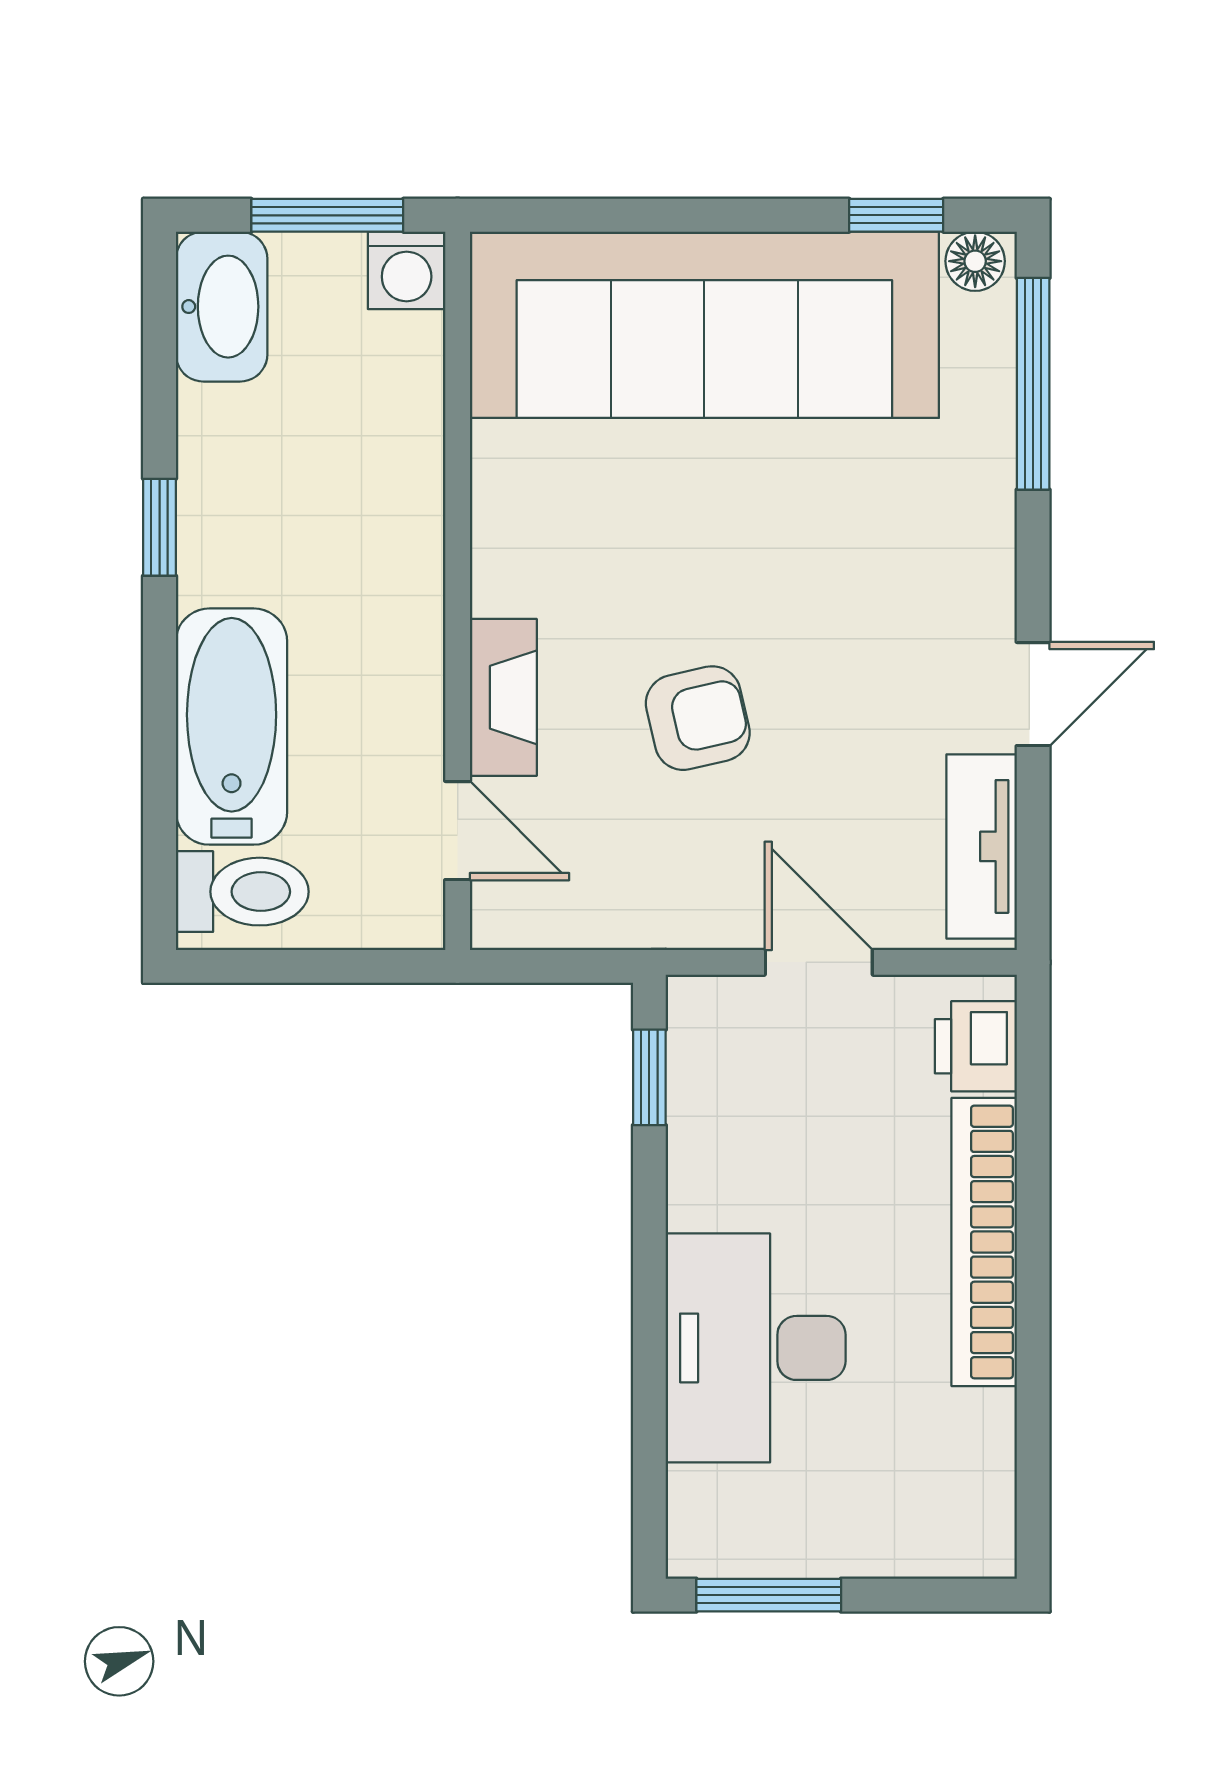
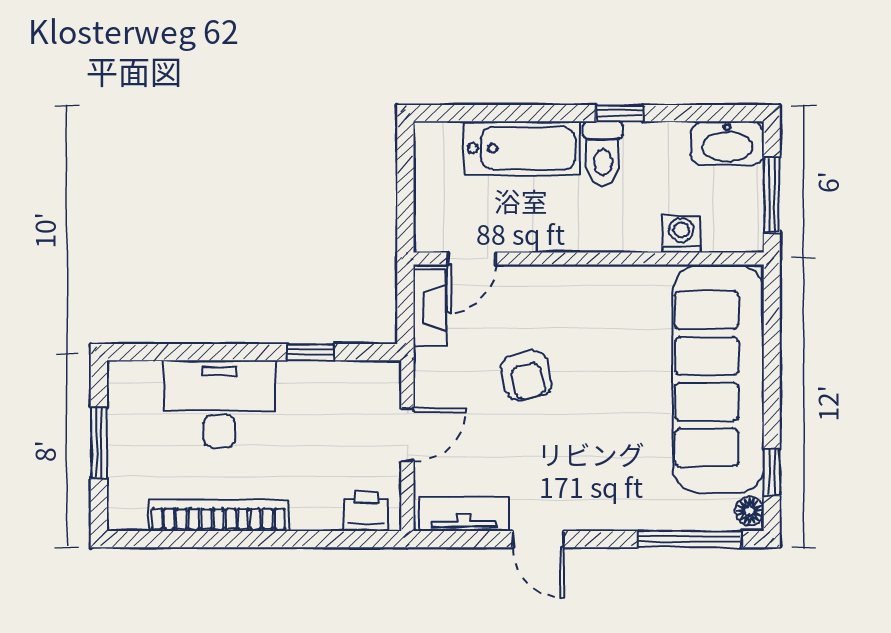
washing machine: (407, 270) -> (681, 234), moved, turned 90
fireplace: (503, 697) -> (430, 308), moved, turned -90
toilet: (242, 892) -> (603, 154), moved
window: (649, 1077) -> (310, 352), moved
bookcase: (984, 1242) -> (218, 515), moved
window: (769, 1595) -> (99, 443), moved

